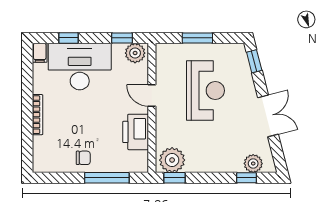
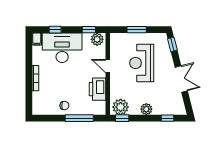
reception desk: (206, 91) -> (142, 63), turned 180
plant: (253, 163) -> (146, 109), moved

